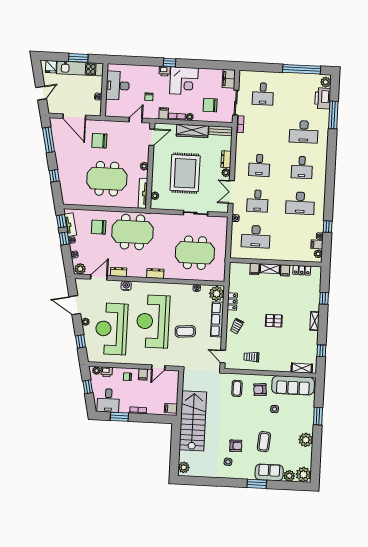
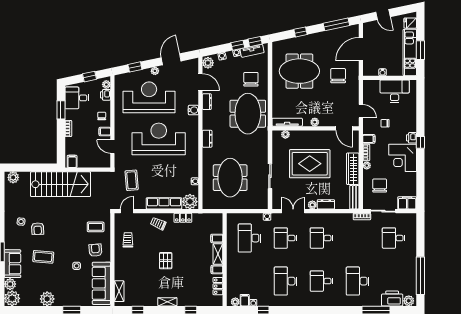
meeting table: (107, 179) -> (299, 71), moved, turned 90
coffee table: (185, 331) -> (132, 180), moved

